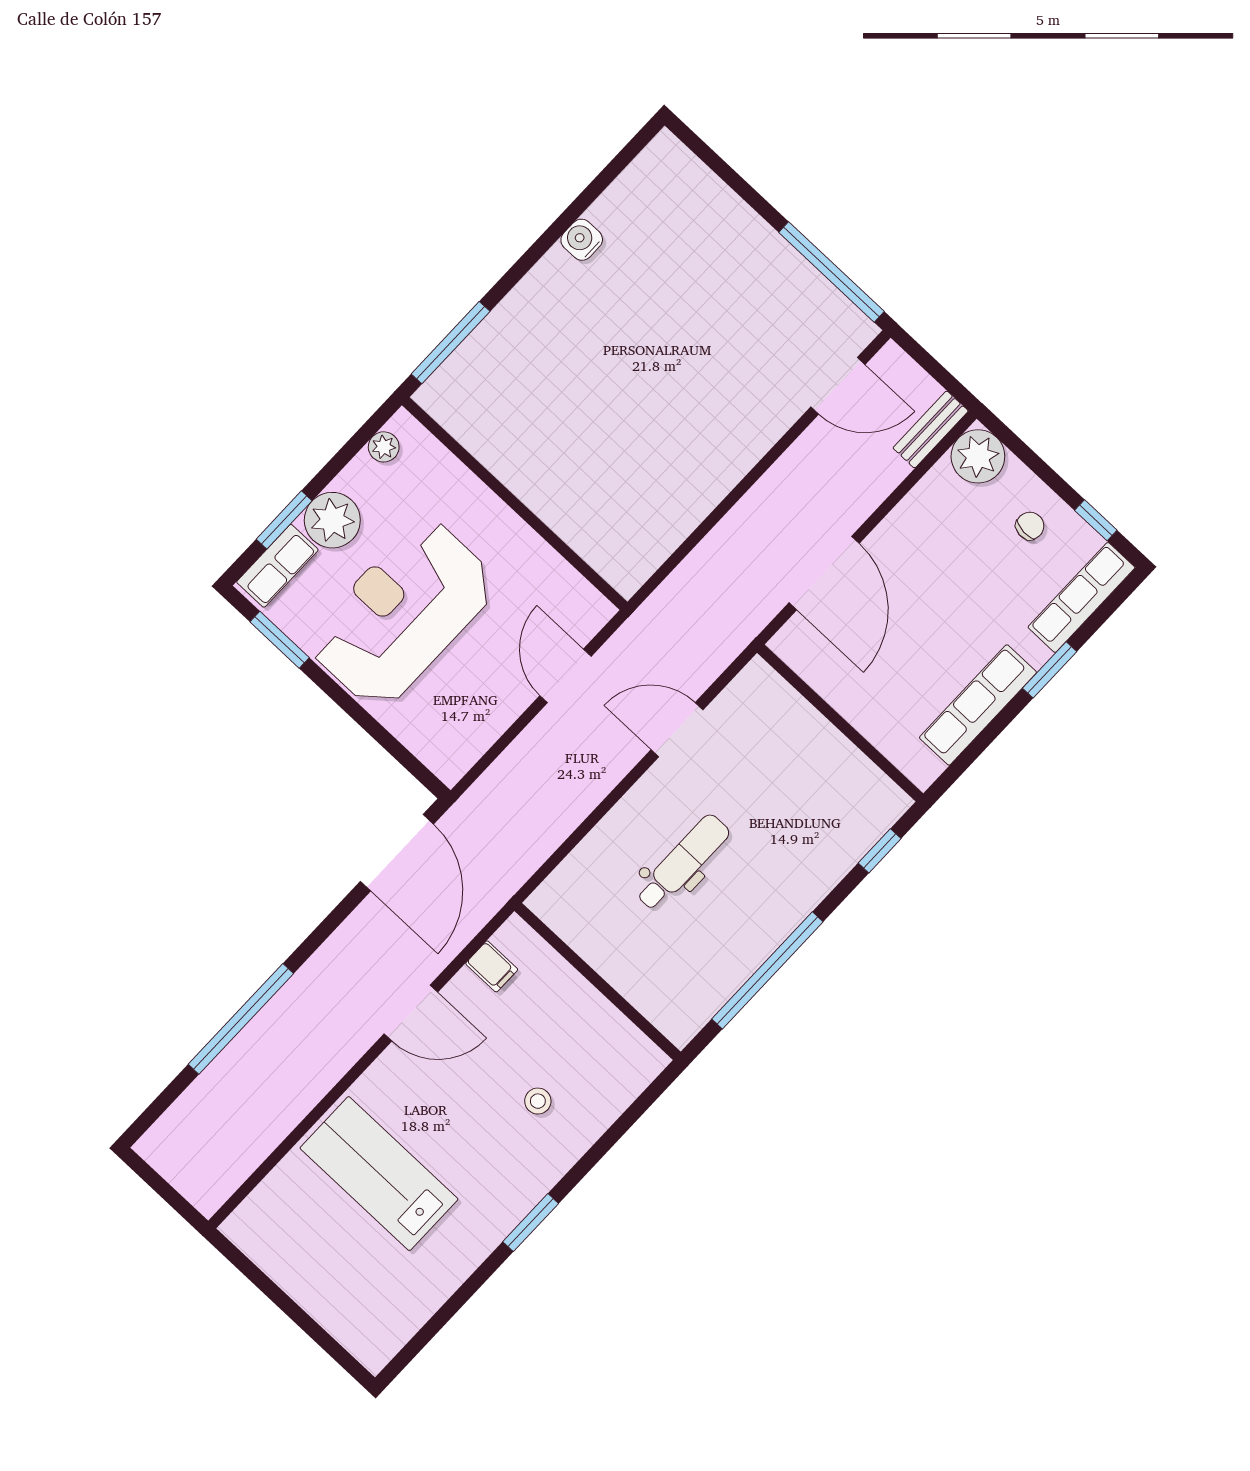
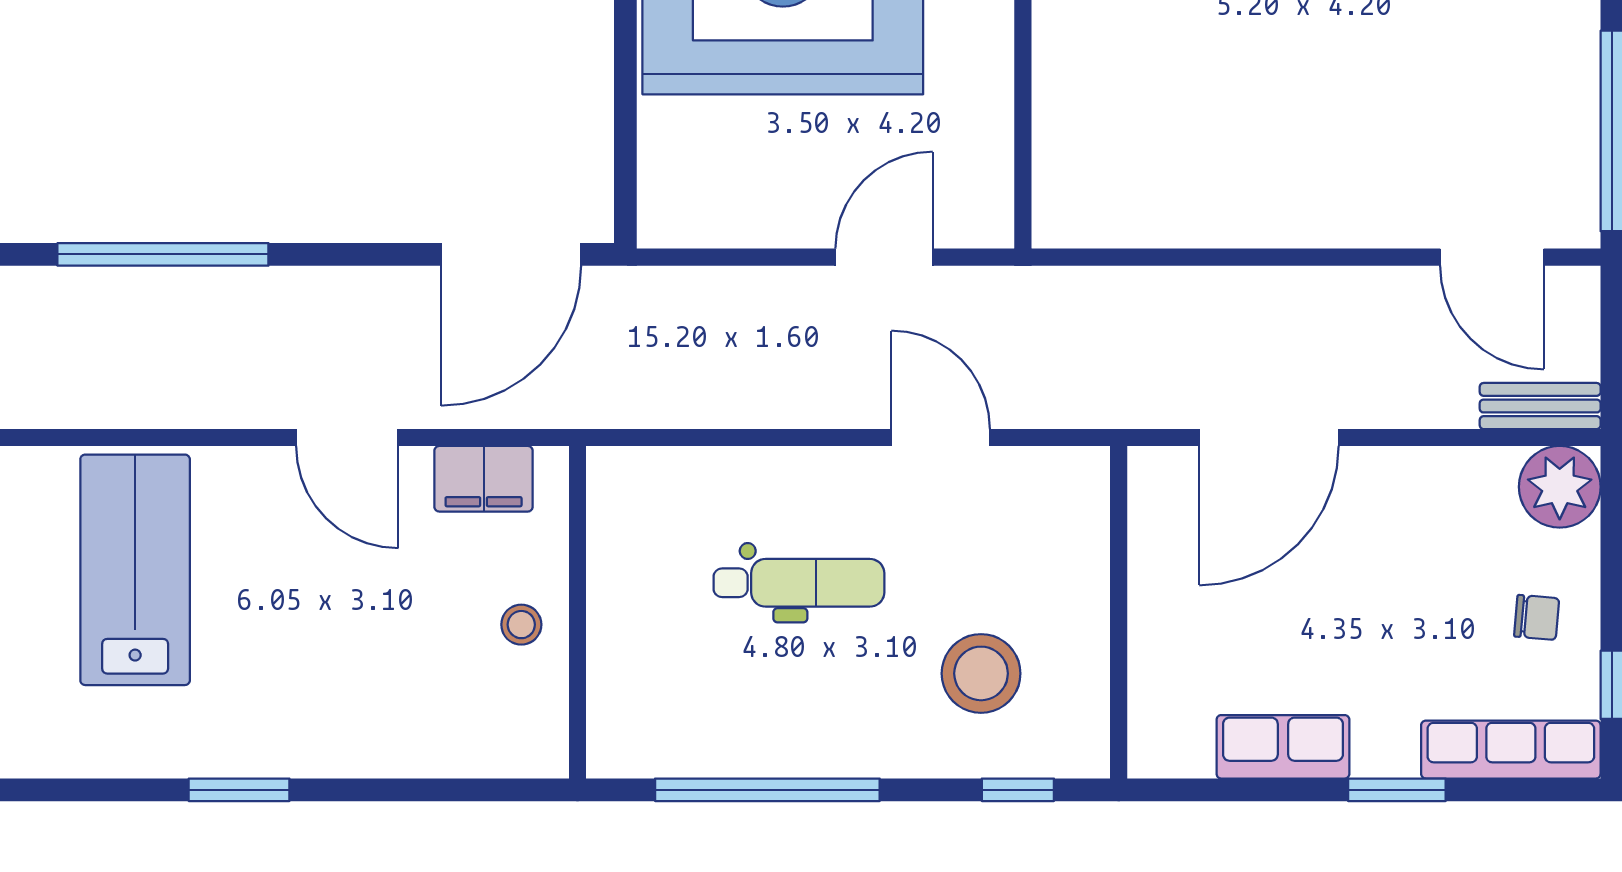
row of seats: (978, 705) -> (1283, 747), width x0.68
stool: (808, 816) -> (981, 673), added
filing cabinet: (492, 966) -> (484, 479), width x2.00
stool: (538, 1101) -> (521, 625), moved

